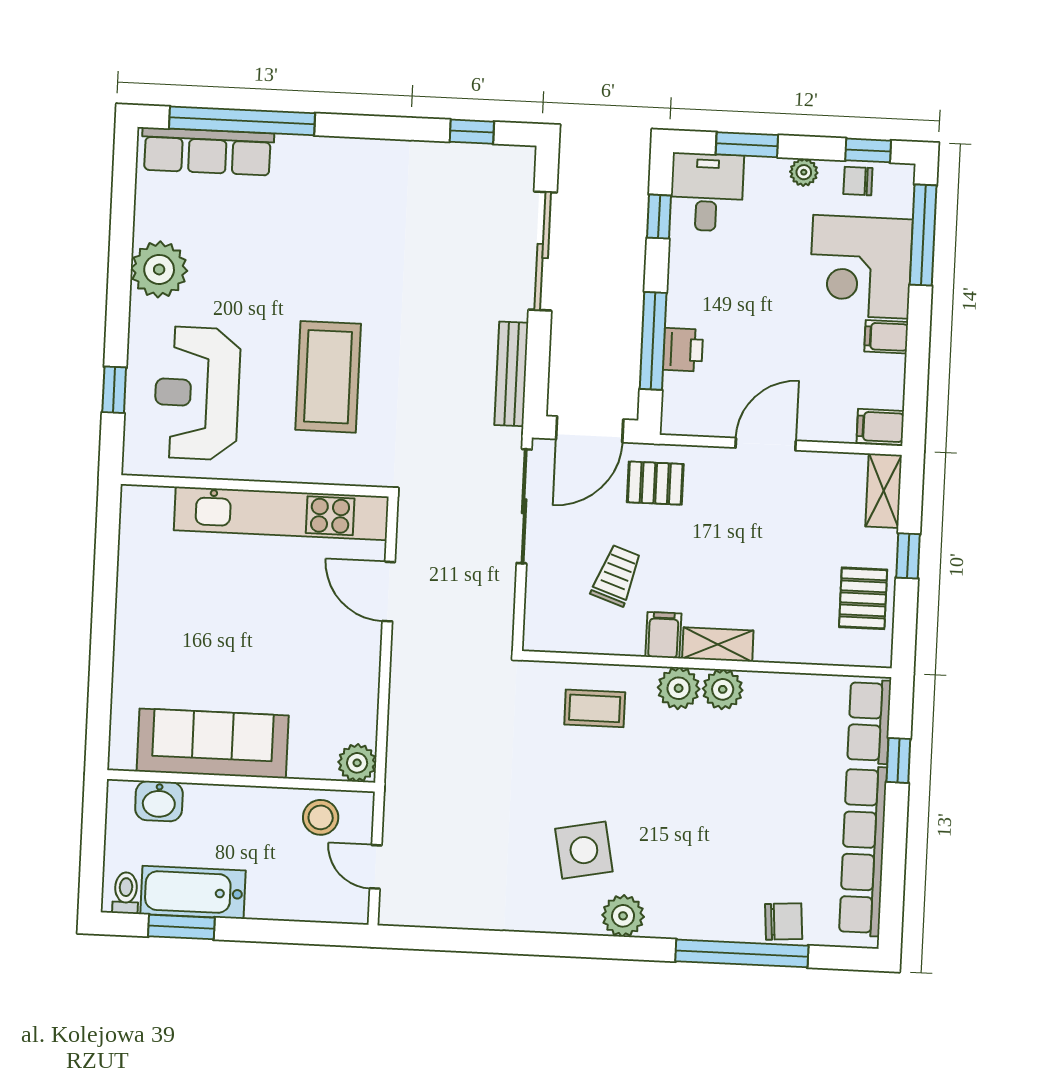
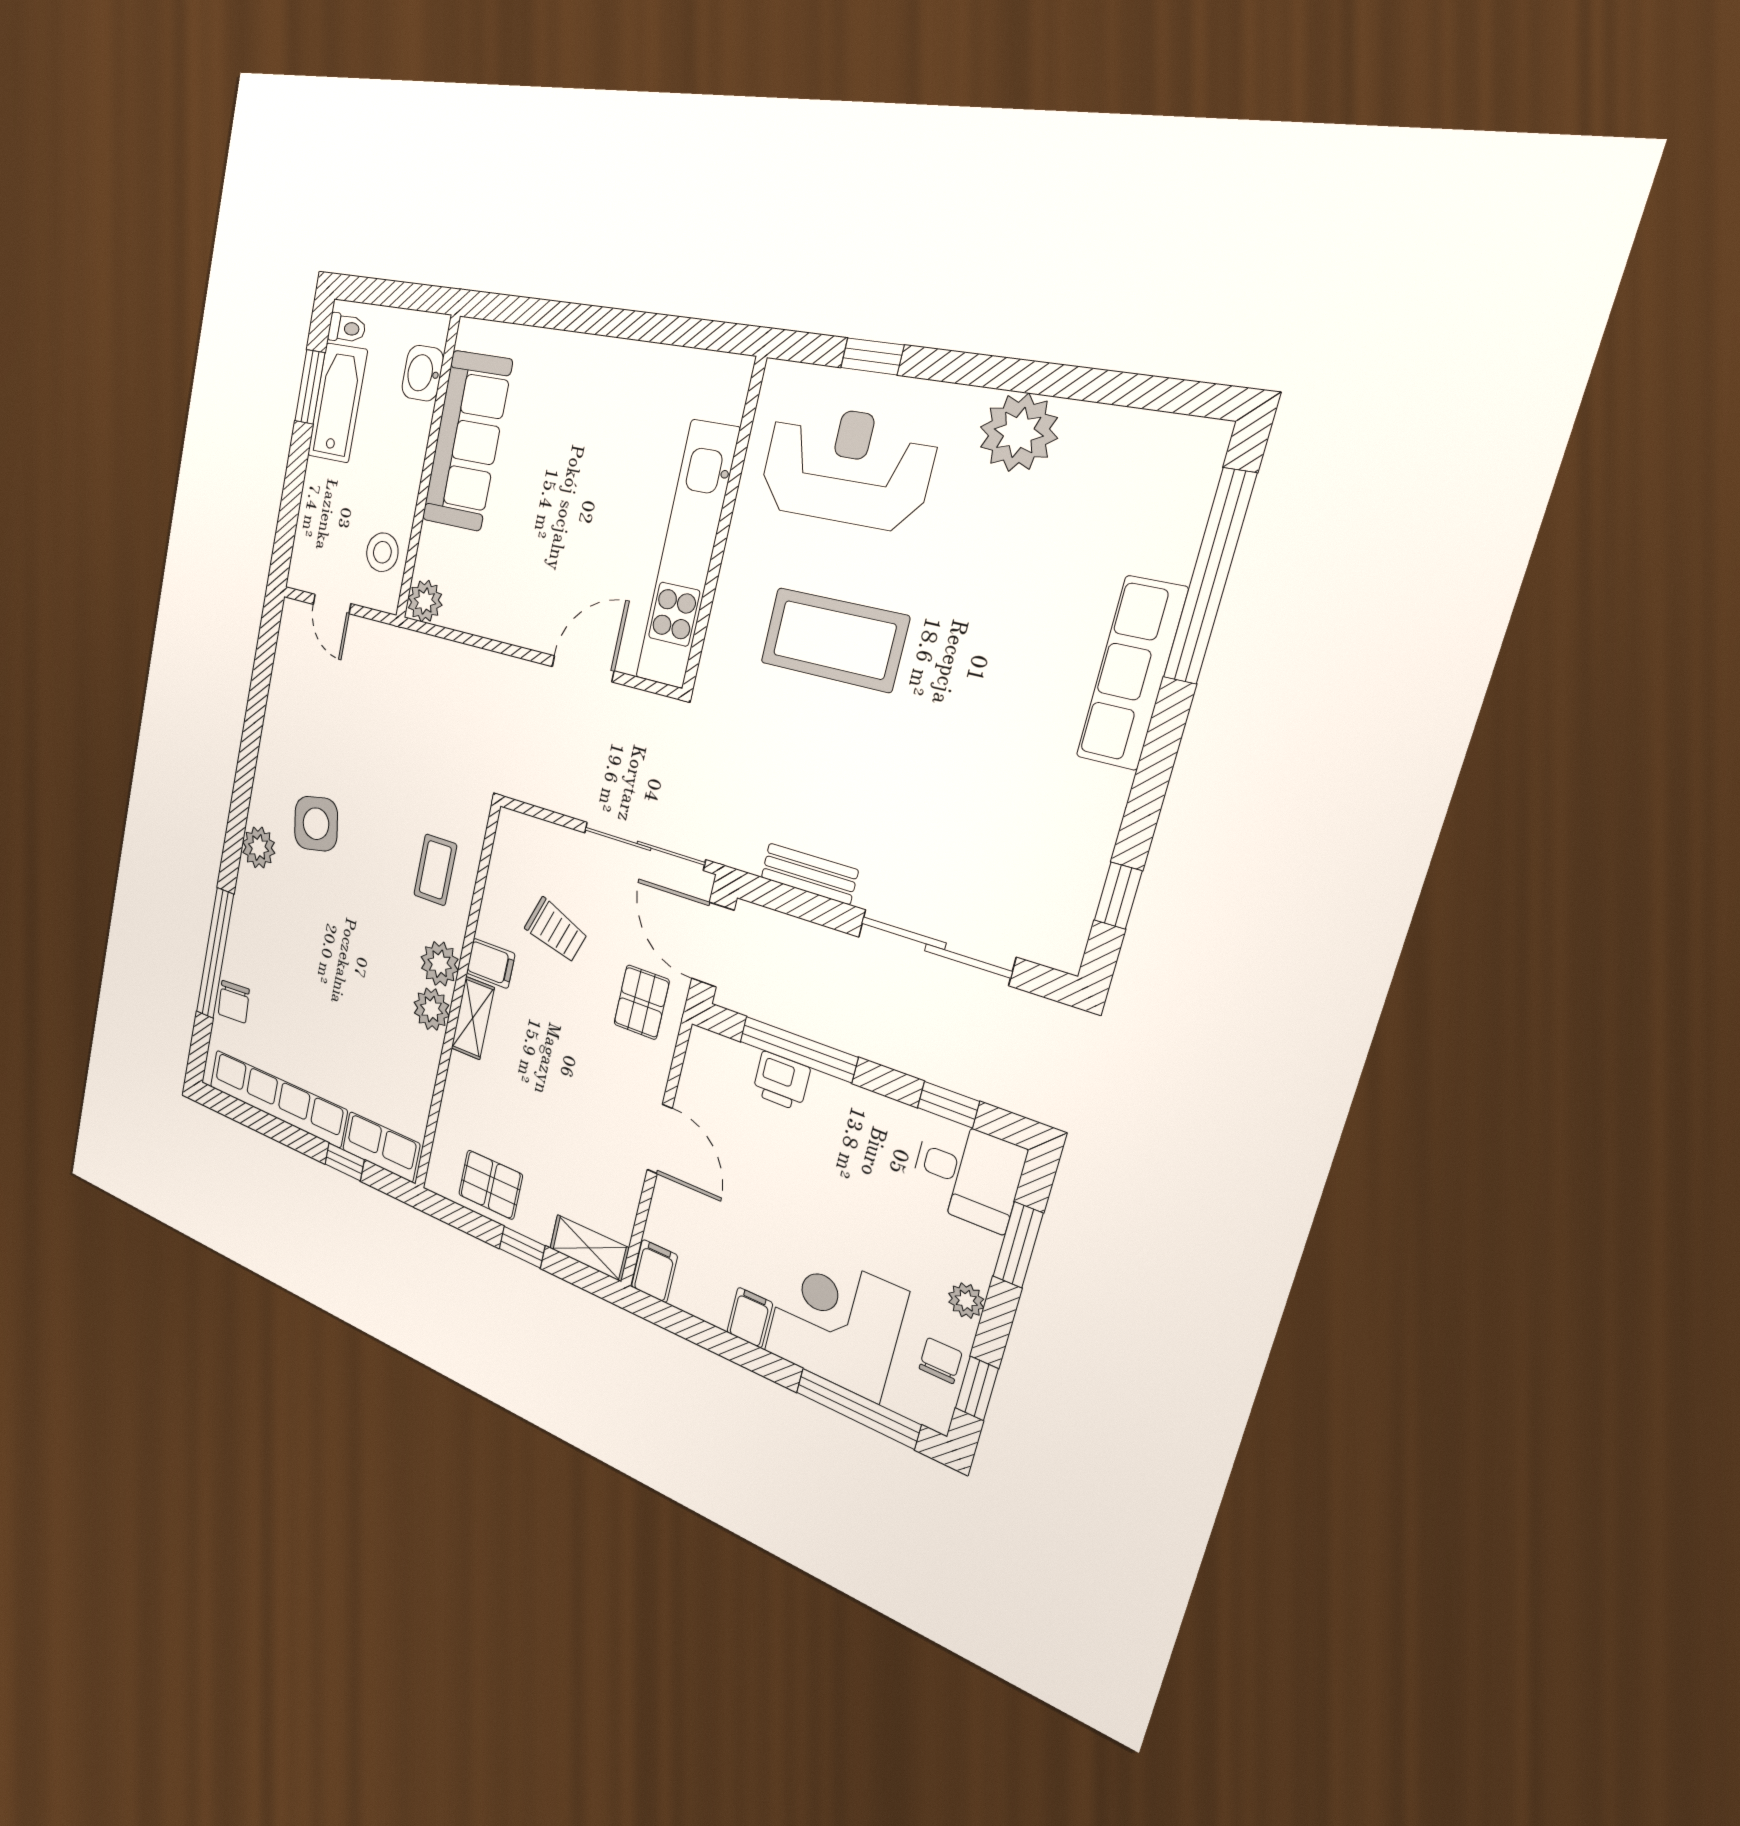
row of seats: (207, 152) -> (1132, 673), moved
bench: (511, 374) -> (809, 874), width x0.73
door: (376, 867) -> (332, 604), swing flipped

